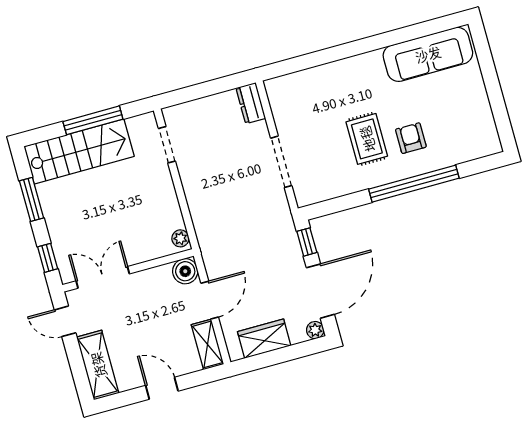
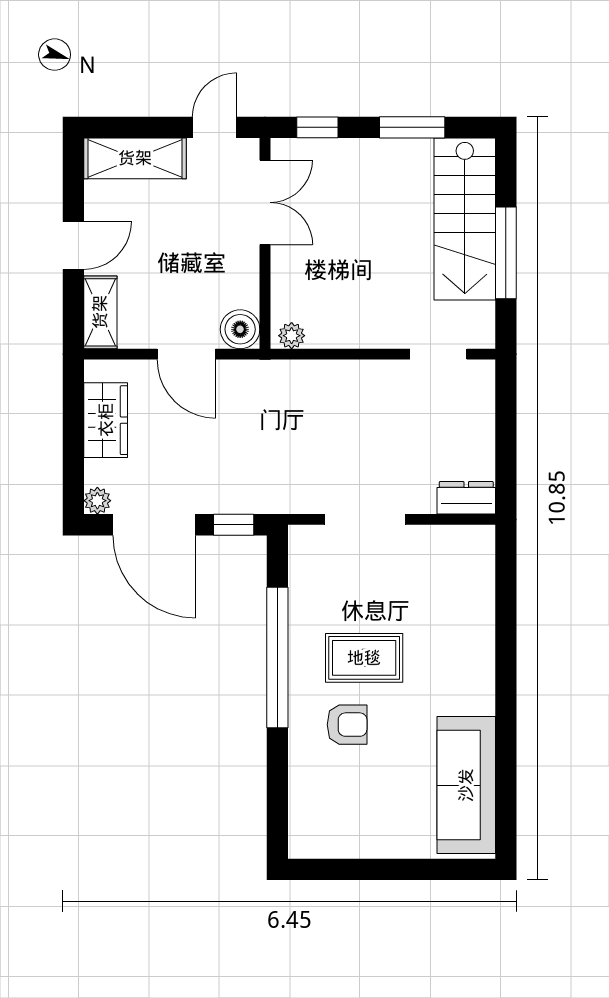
window: (414, 184) -> (277, 657), moved
shelving: (208, 344) -> (100, 312), moved, turned 90

